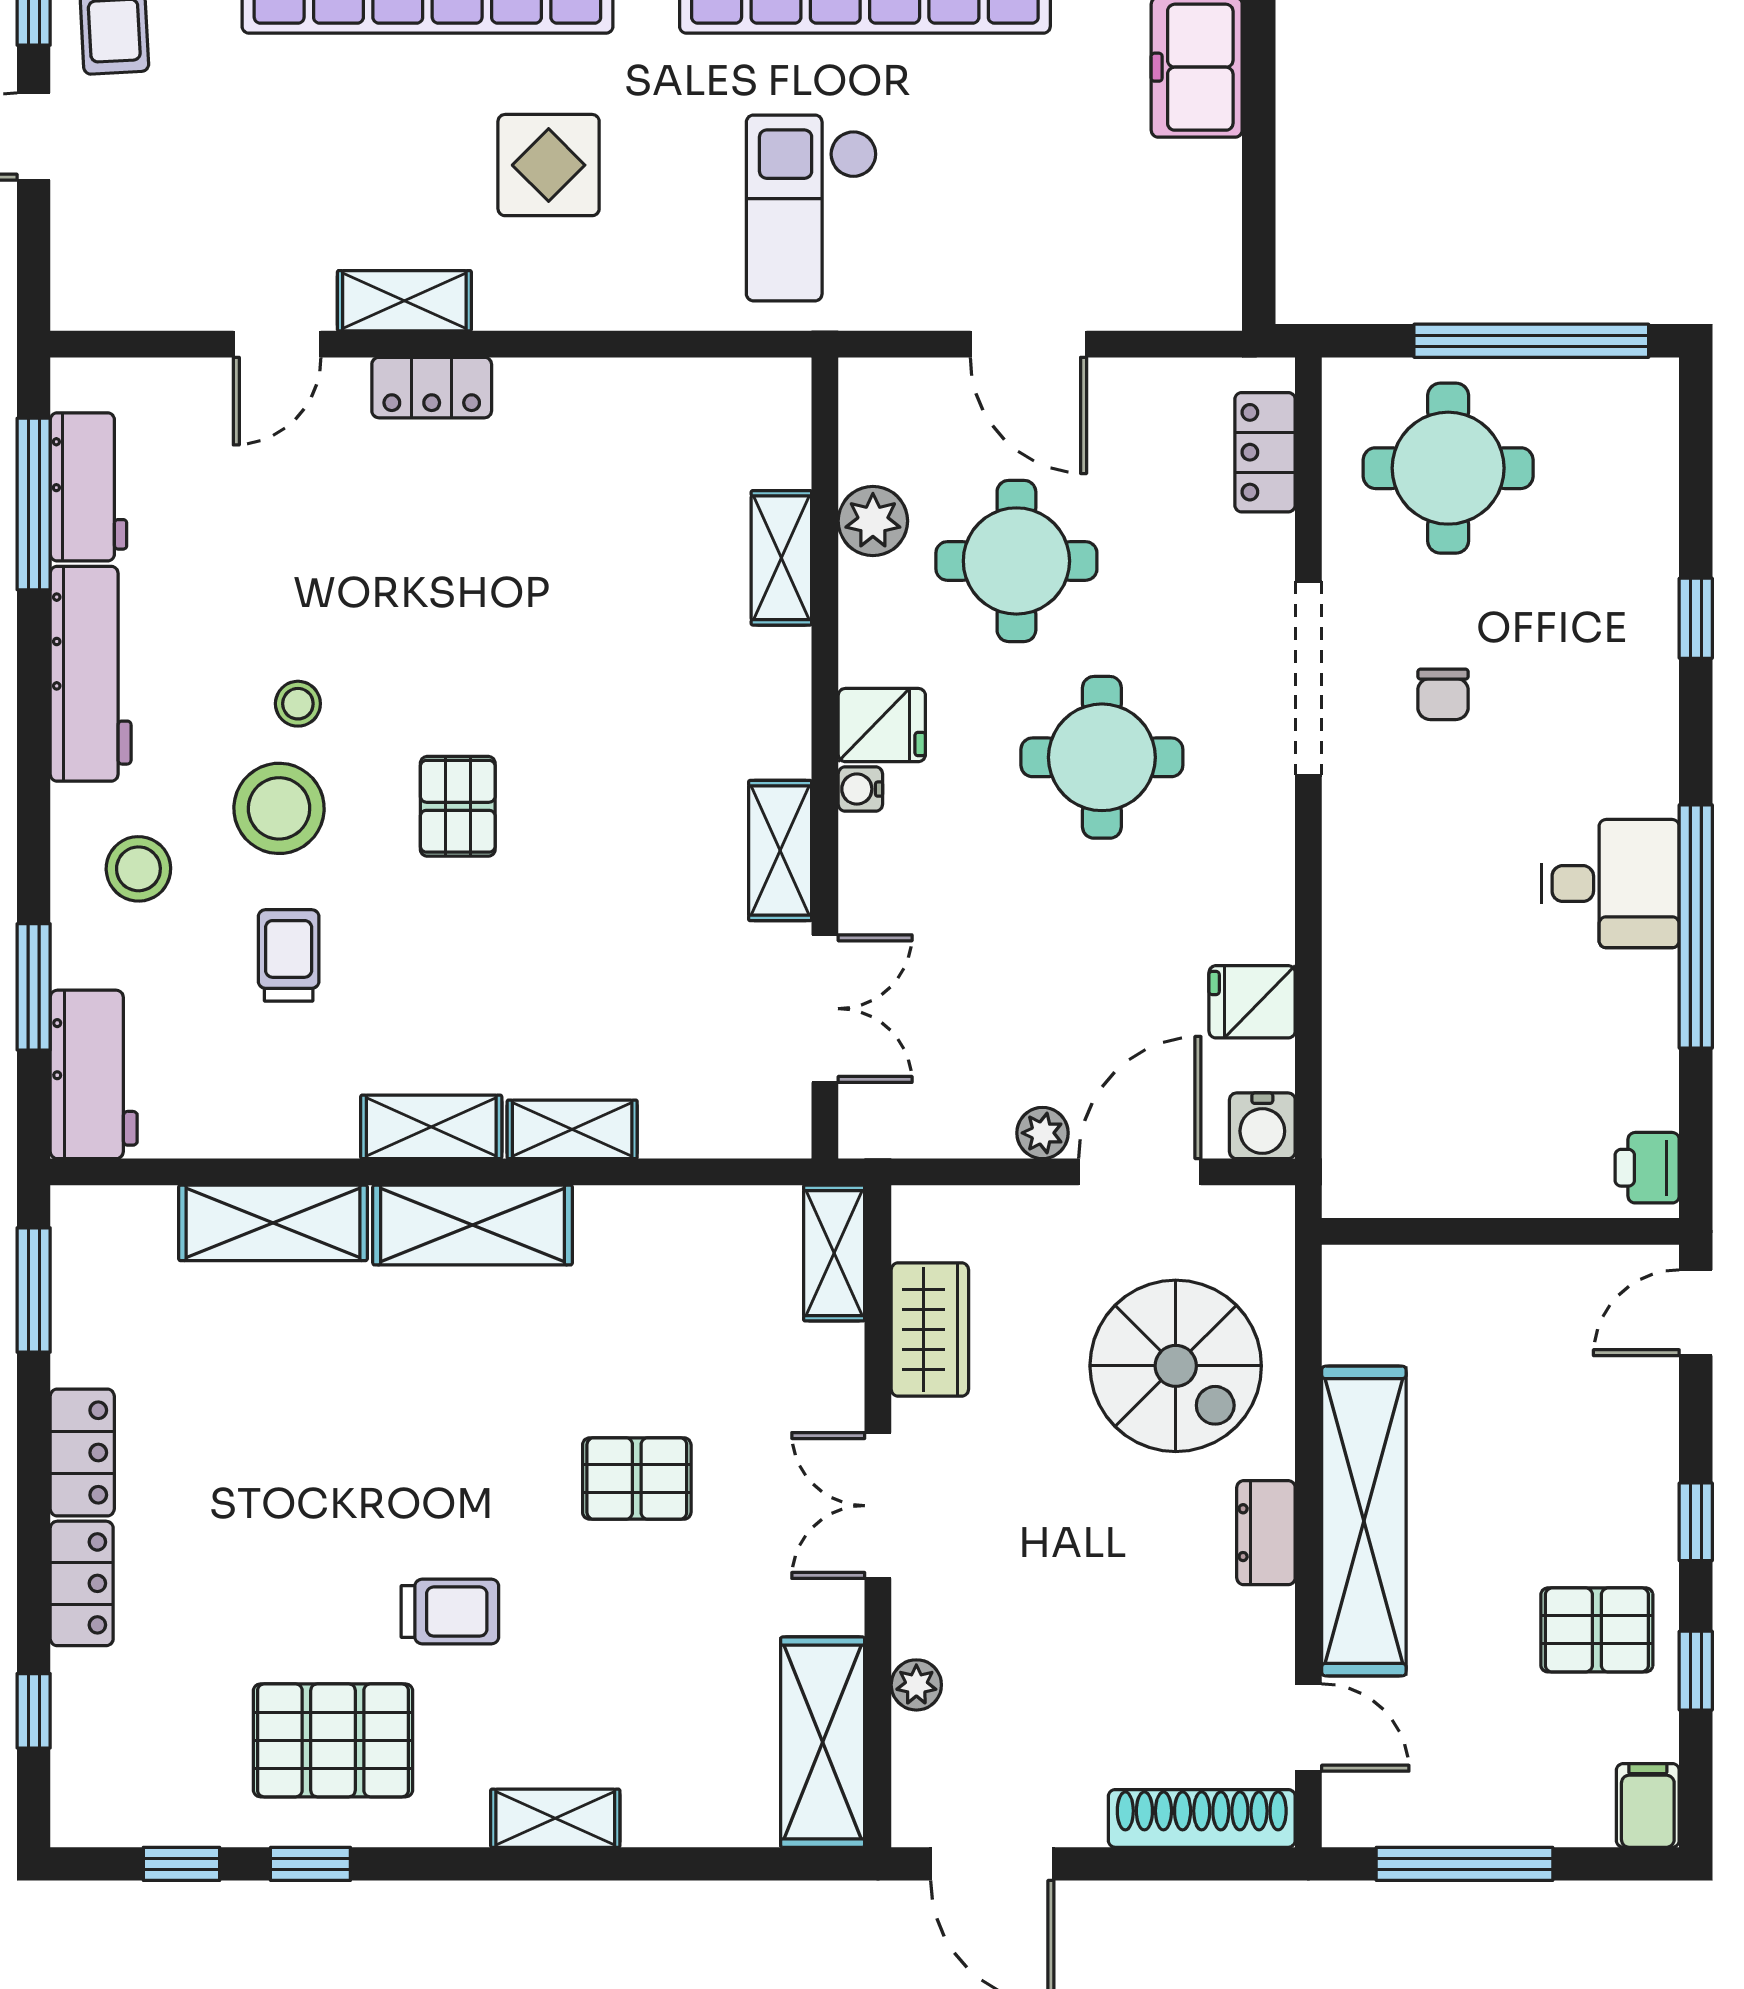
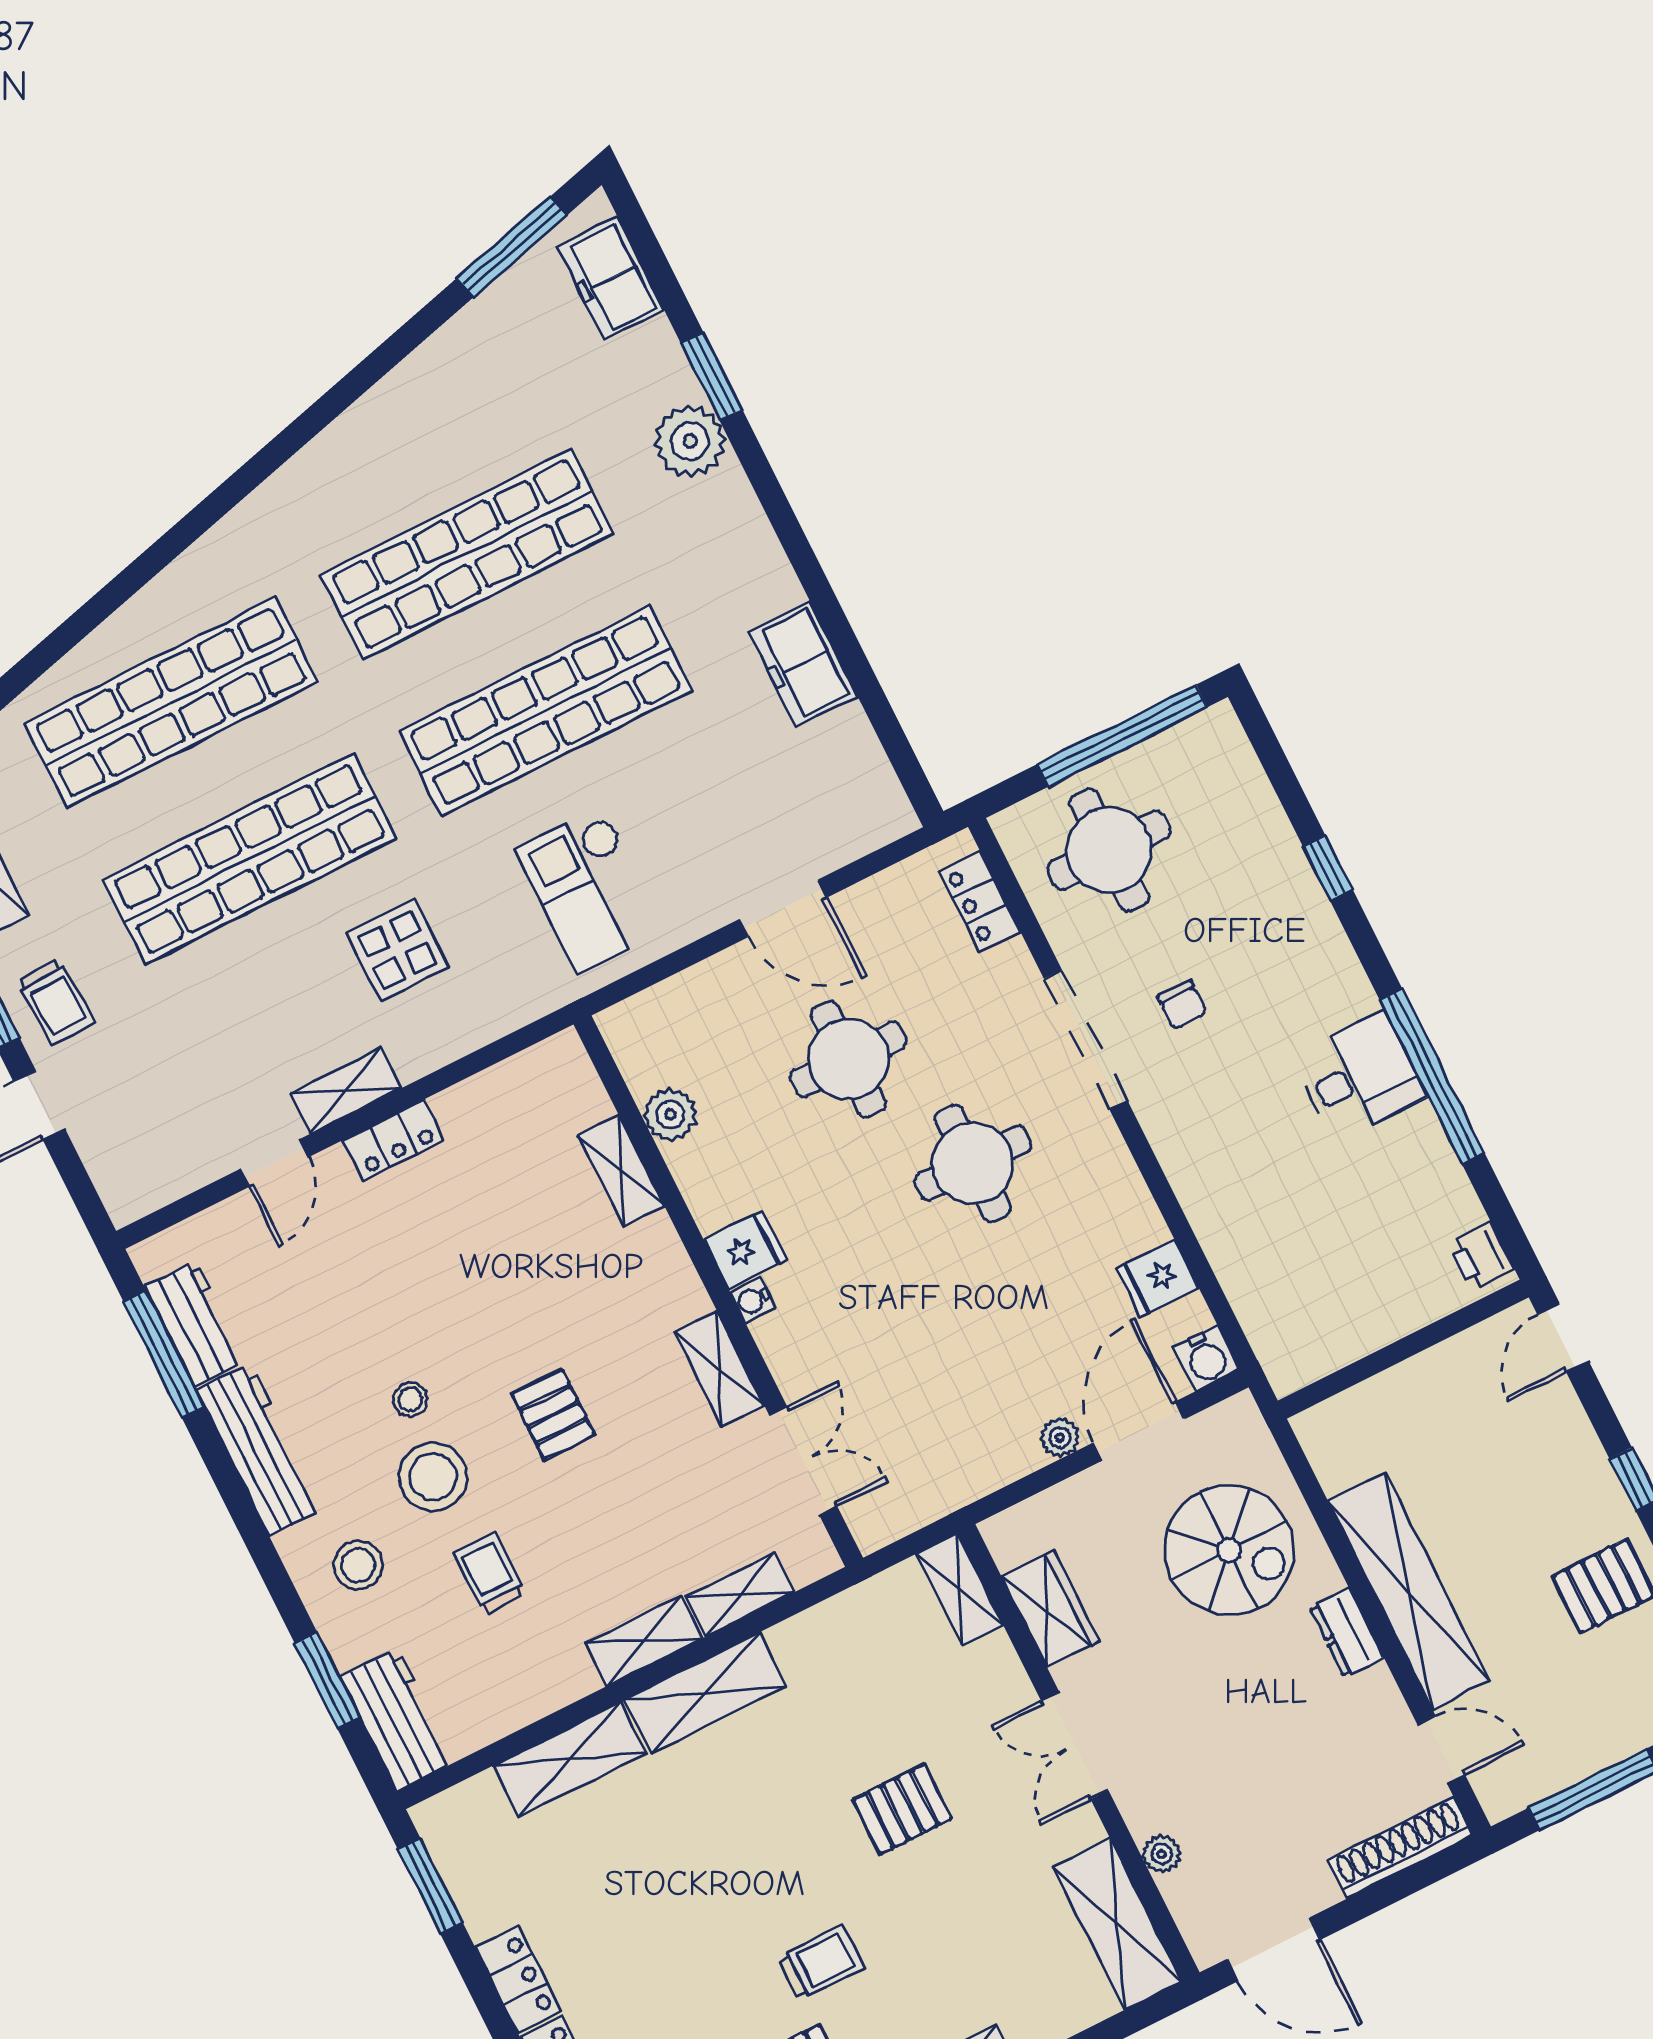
plant: (873, 521) -> (670, 1115), moved
shelving: (781, 558) -> (621, 1170), moved
fridge: (882, 725) -> (746, 1250), moved
wall: (825, 758) -> (718, 1291), moved
water cooler: (860, 789) -> (753, 1300), moved
shelving: (780, 851) -> (719, 1369), moved
double door: (825, 1009) -> (803, 1461), moved

